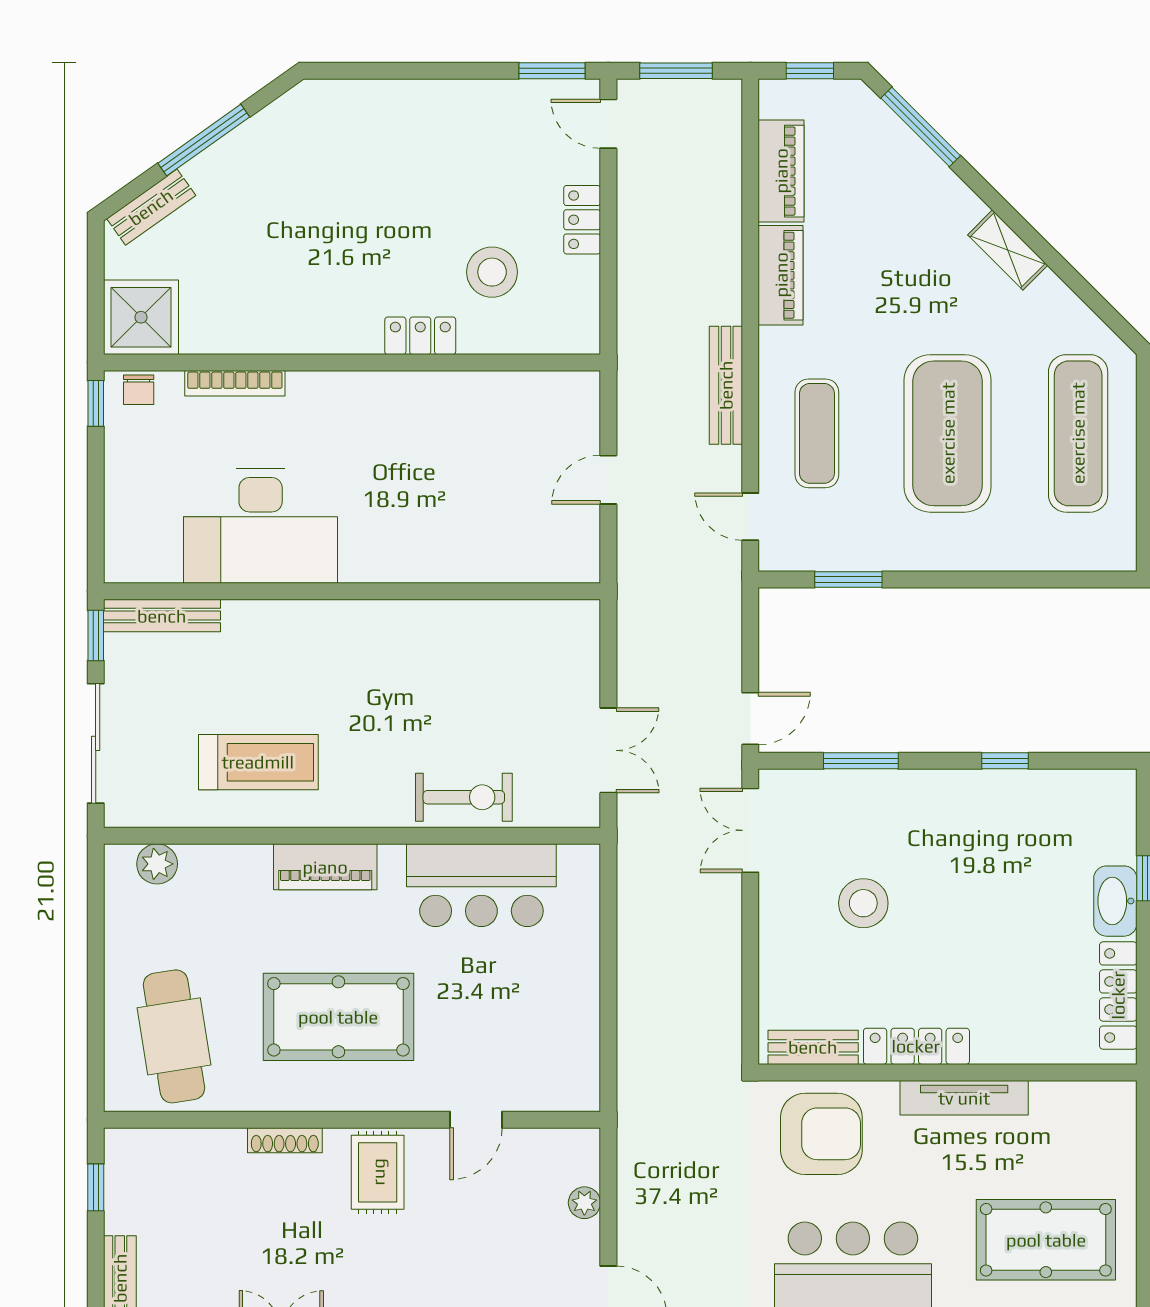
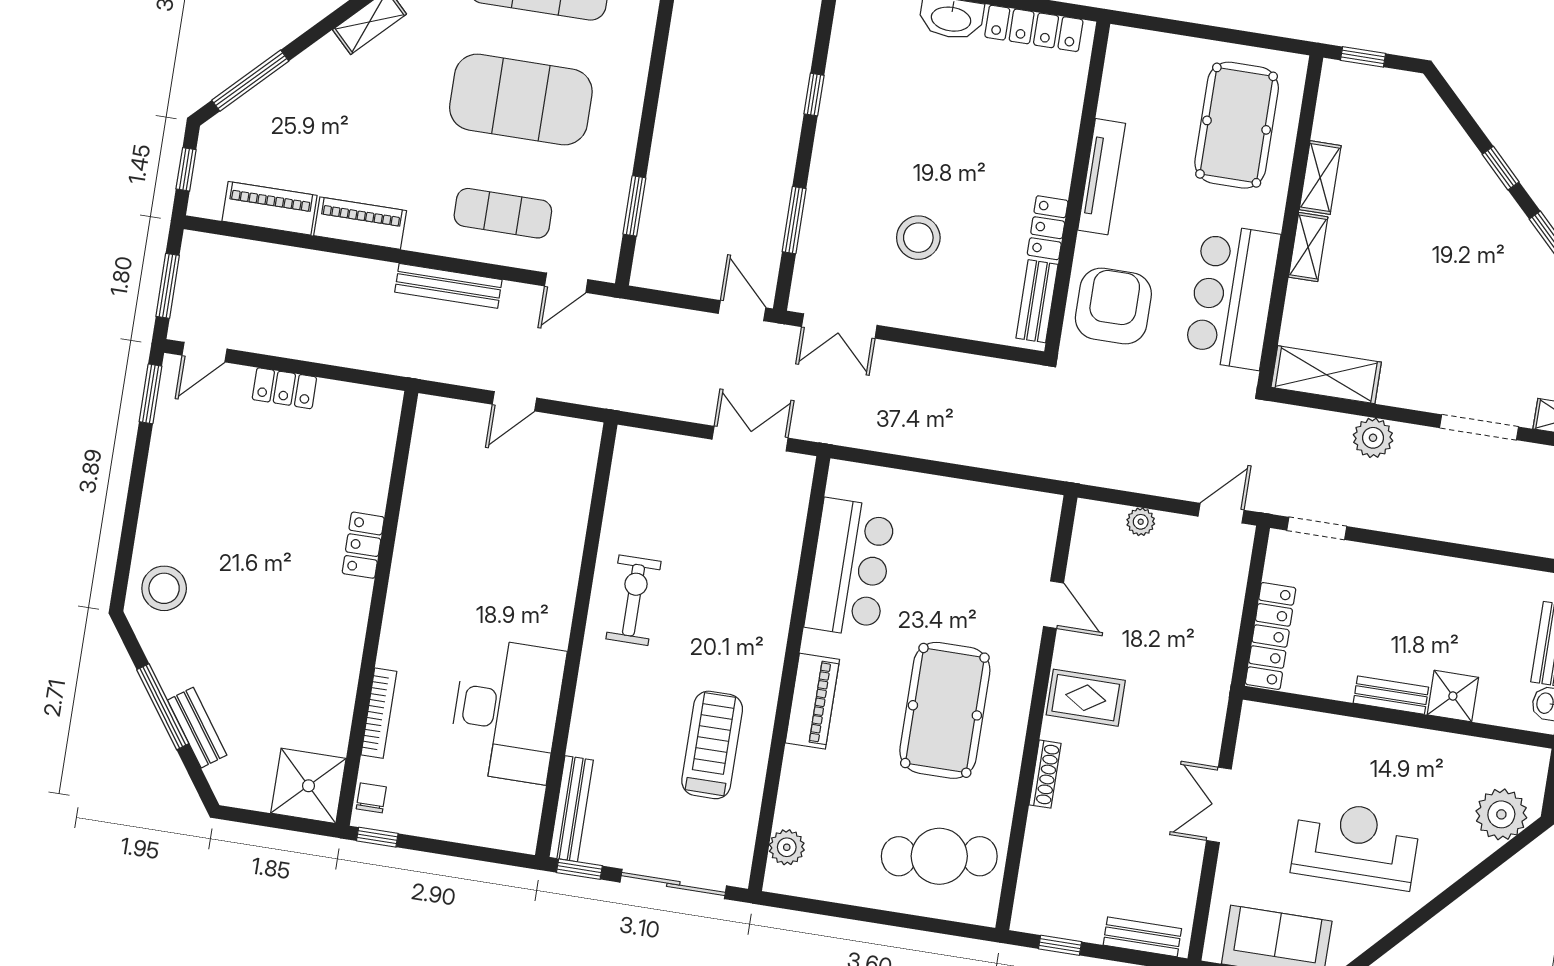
bench: (151, 207) -> (197, 728), moved
stool: (492, 272) -> (164, 588), moved
chair: (139, 390) -> (371, 798), turned -90
door: (608, 480) -> (514, 401), hinge flipped
exercise bike: (464, 797) -> (633, 600), moved
locker: (916, 1046) -> (1048, 228), width x0.66

